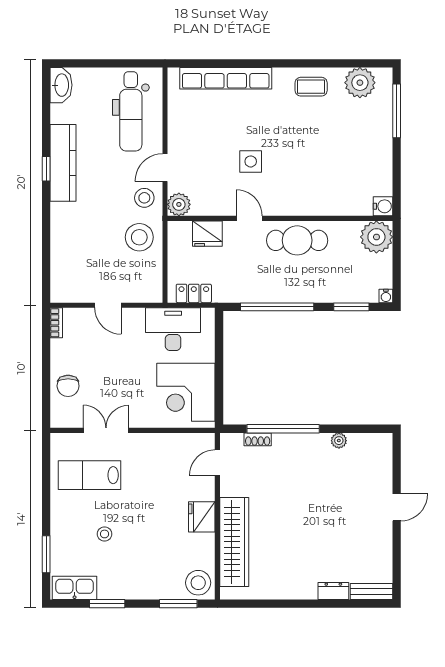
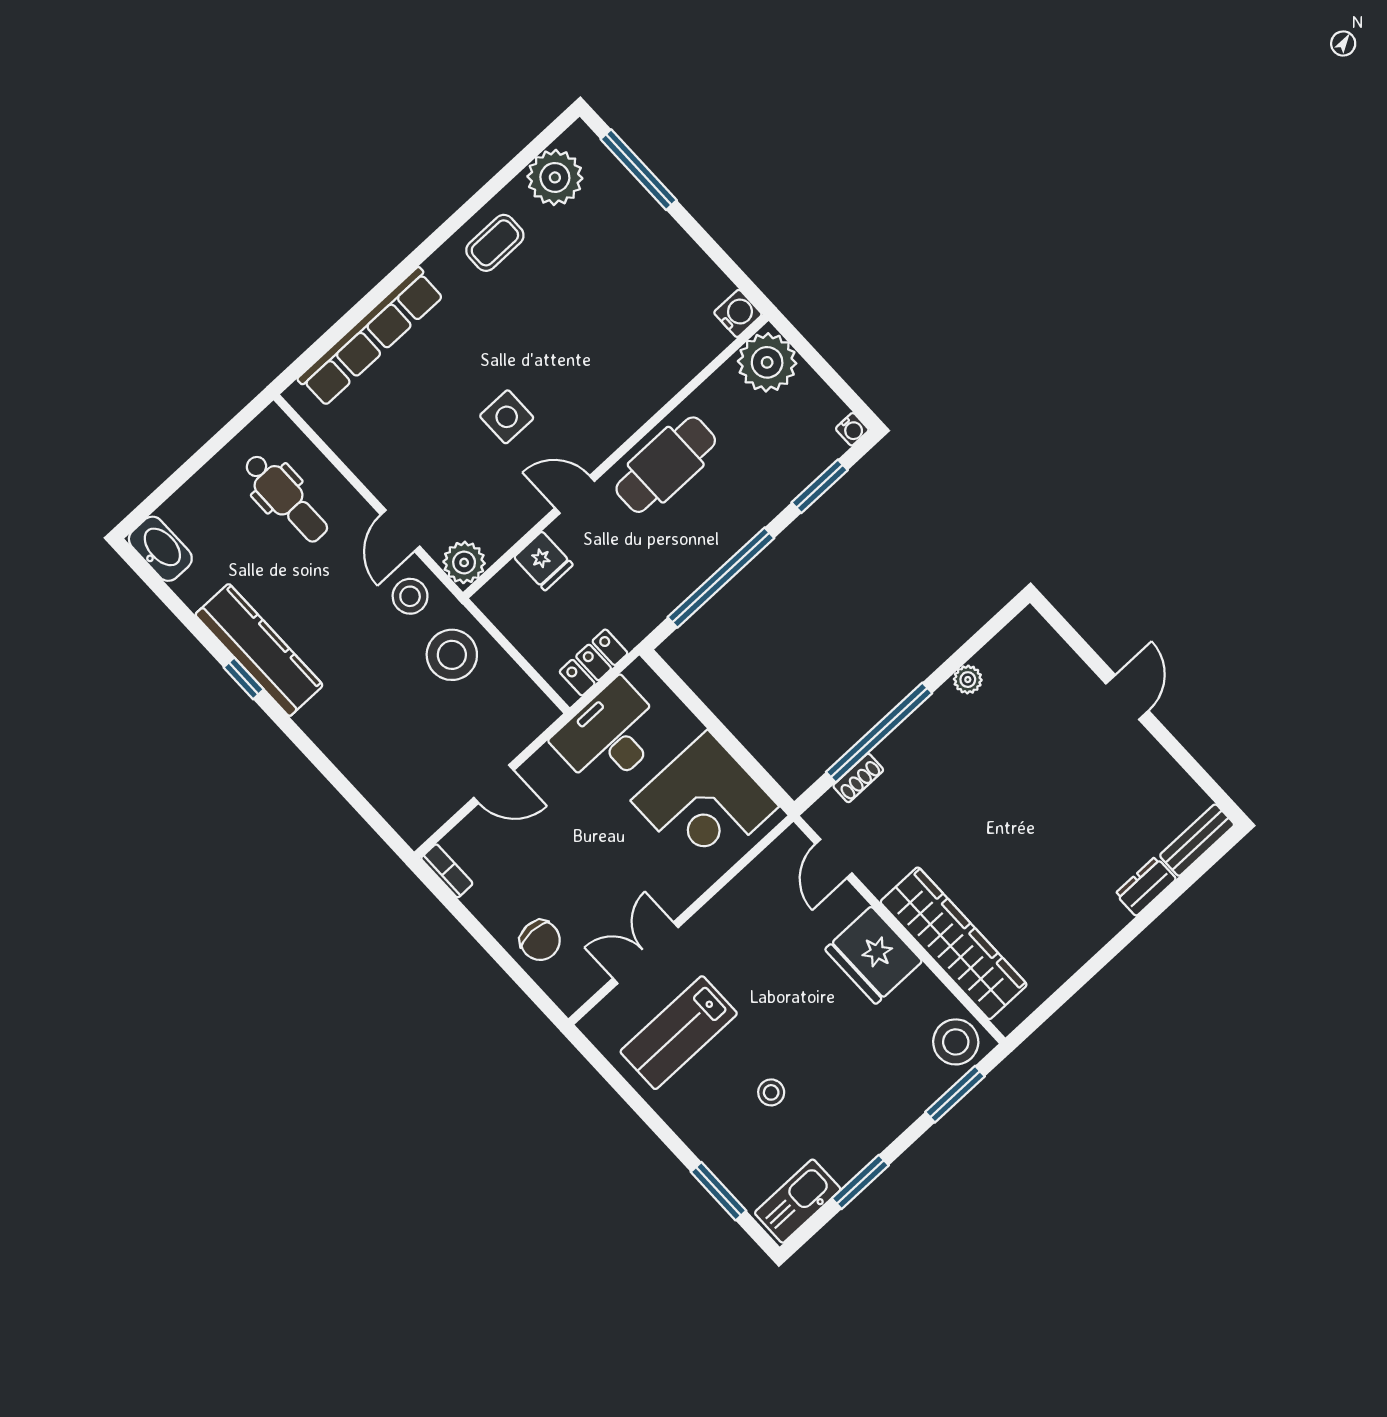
dental chair: (131, 111) -> (286, 498), width x0.73, depth x0.72
fridge: (207, 234) -> (543, 561), width x0.72
fridge: (202, 517) -> (873, 955), width x1.36, depth x1.34

